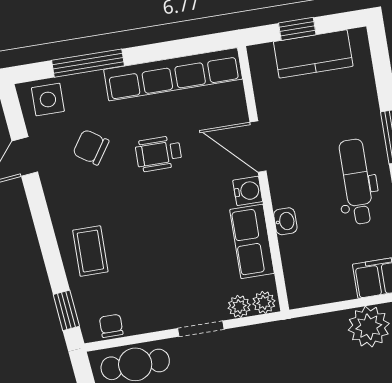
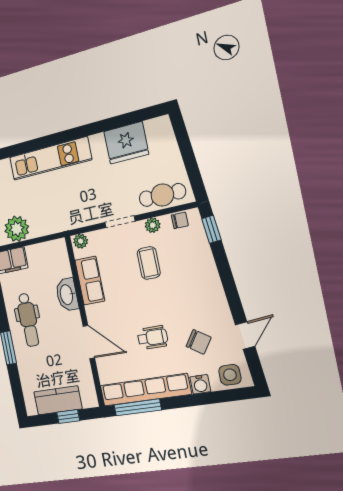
window: (88, 63) -> (138, 407), moved
water cooler: (248, 191) -> (200, 384), moved, turned -90
washbasin: (285, 221) -> (67, 295), width x1.91, depth x1.45
coffee table: (90, 251) -> (149, 263), moved
plant: (239, 306) -> (153, 225), moved
chair: (111, 326) -> (180, 220), turned -90

